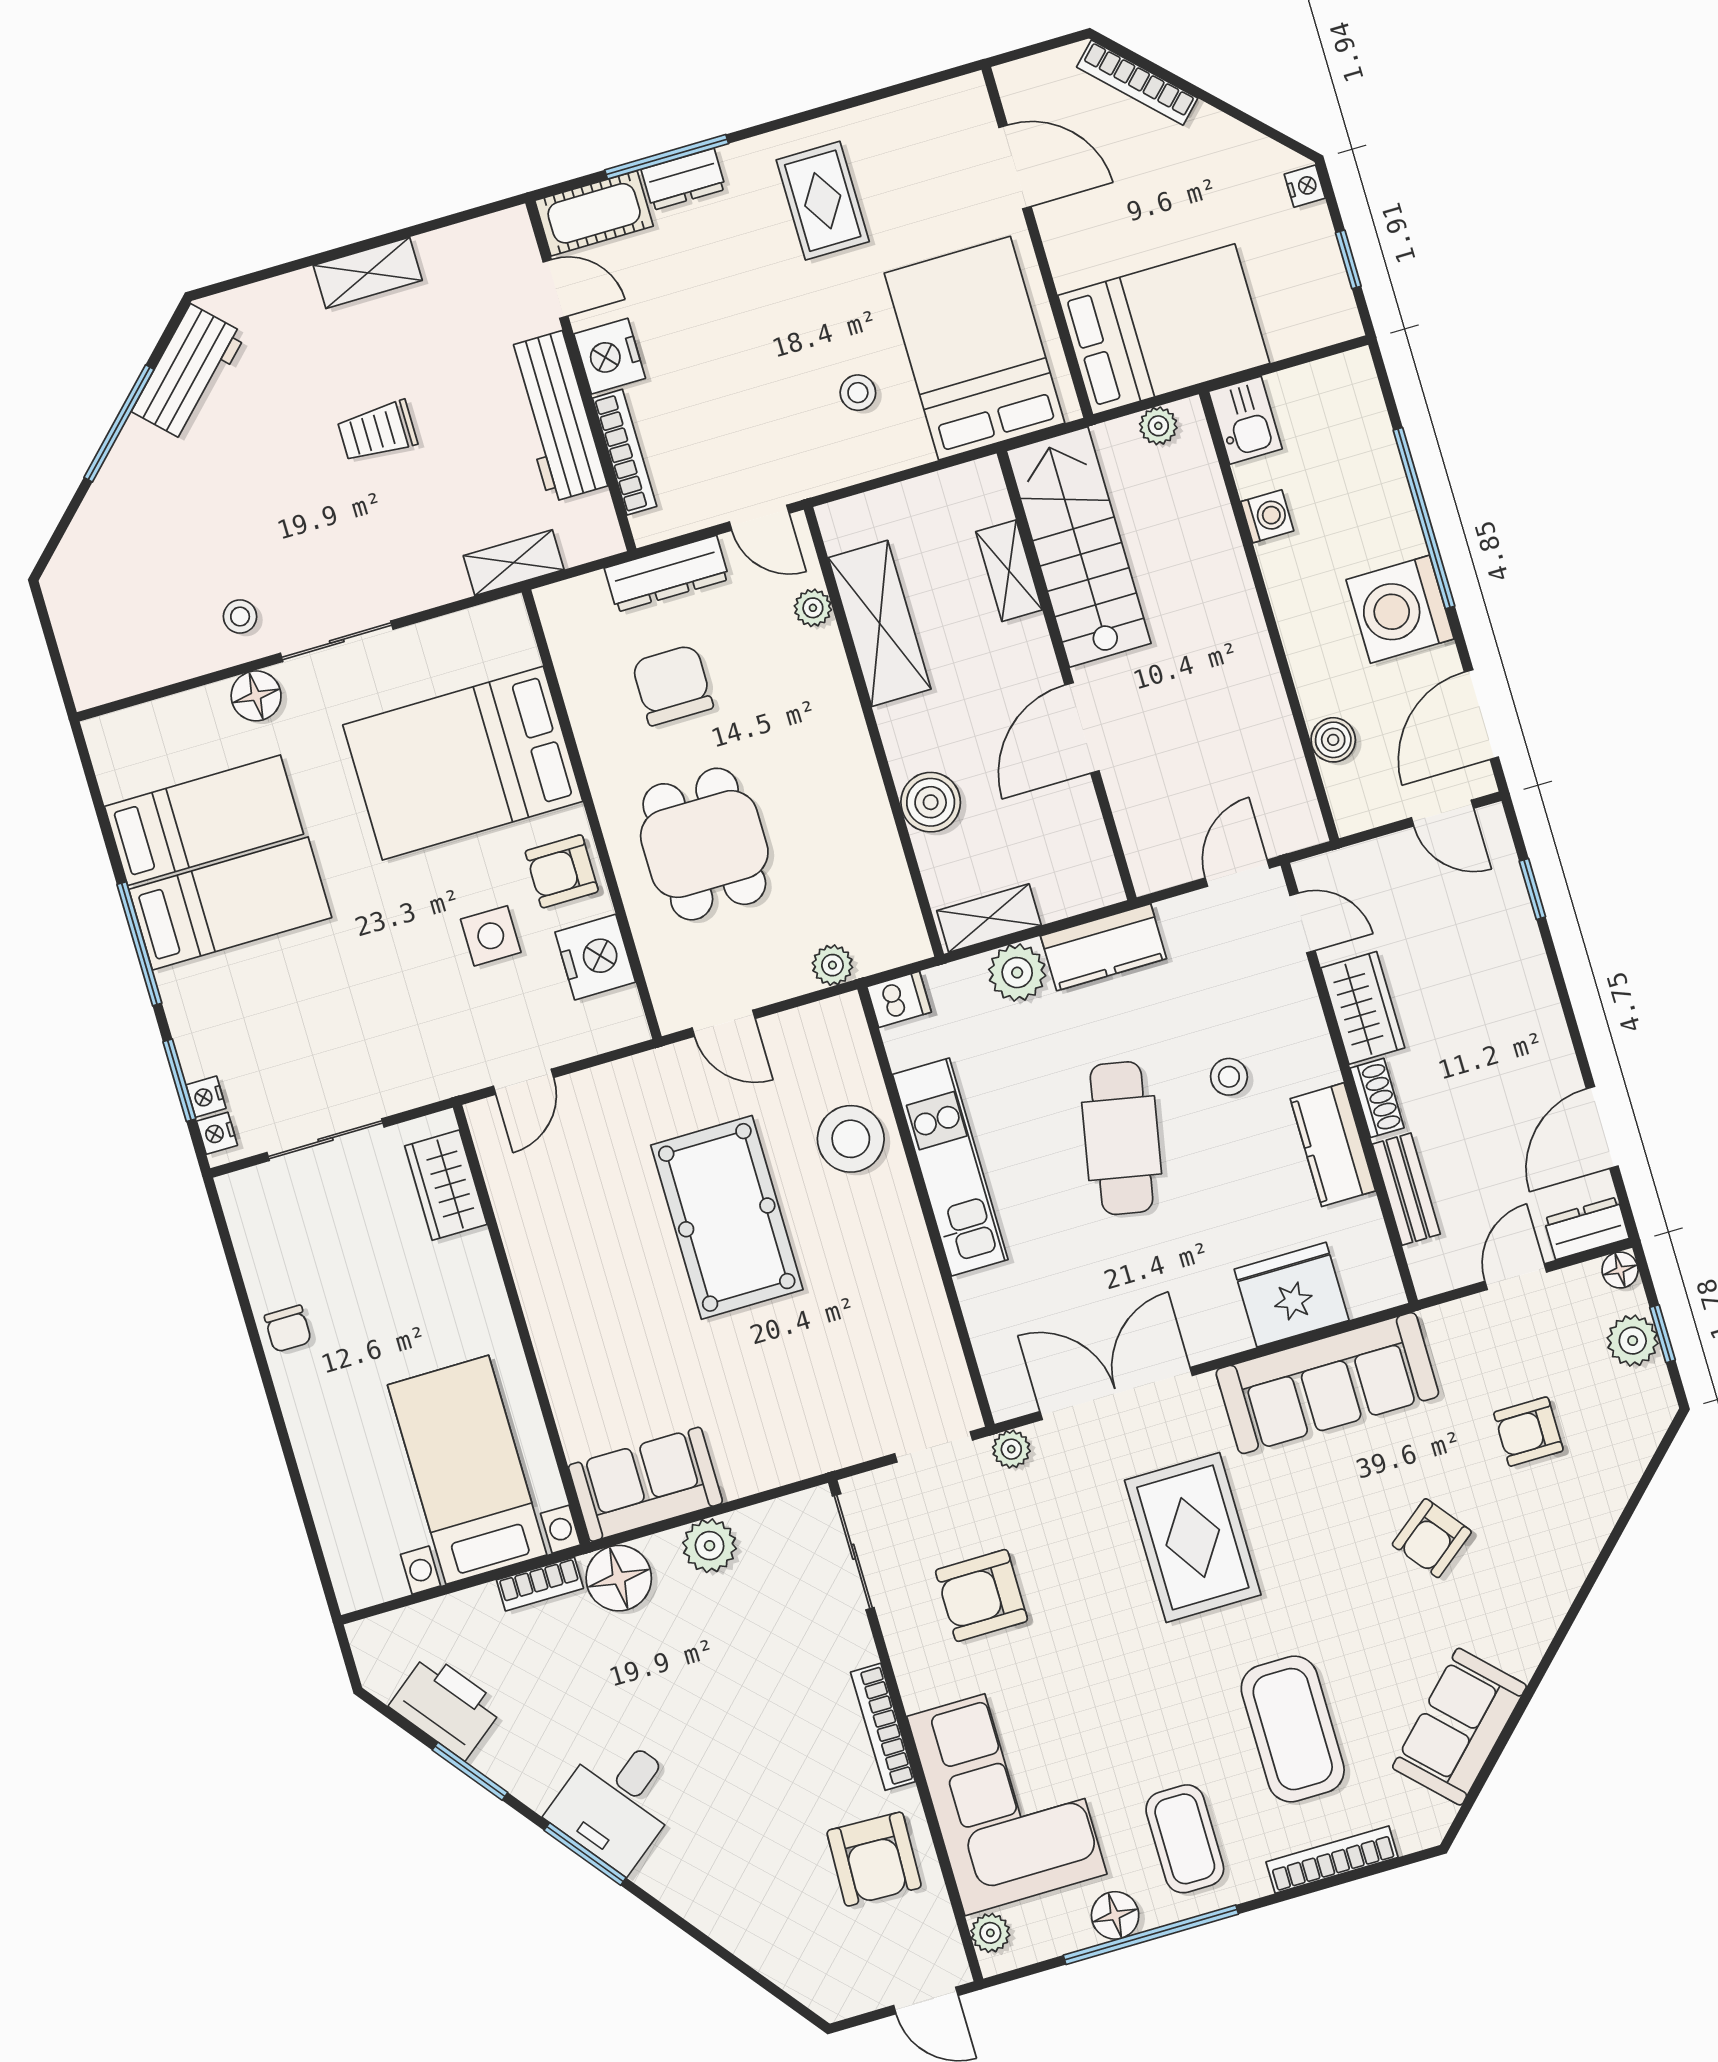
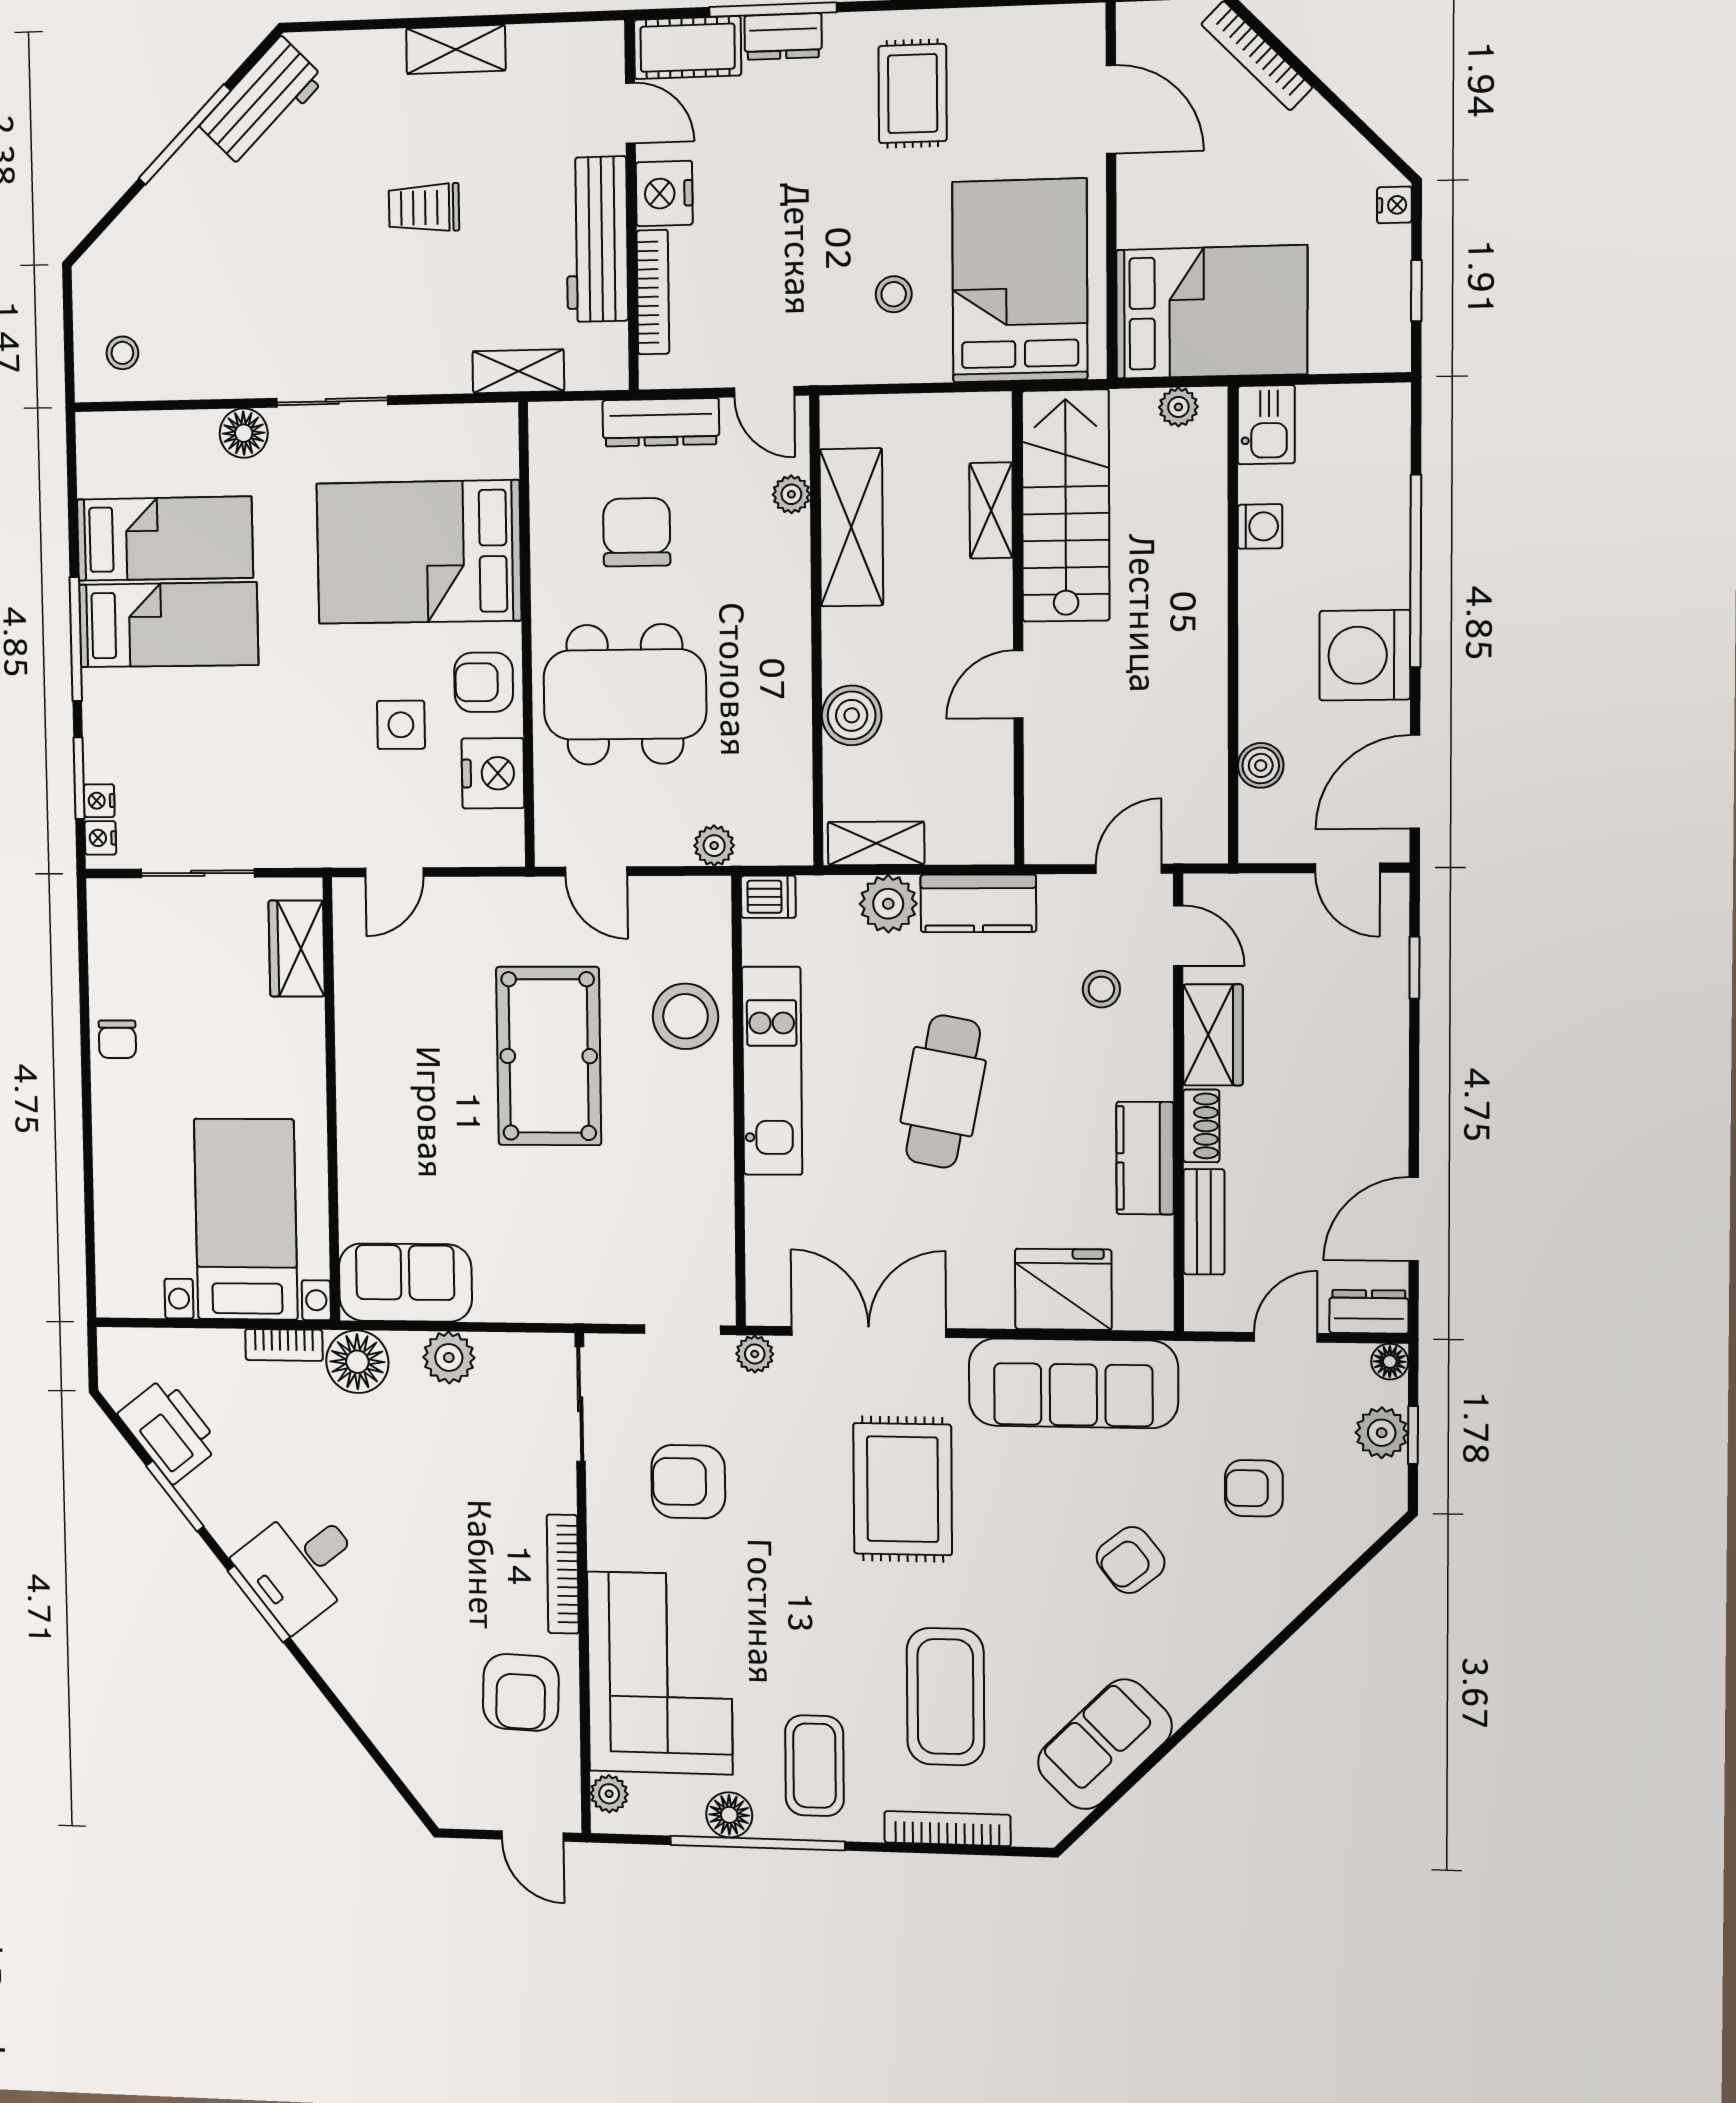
stool: (240, 616) -> (122, 353), moved
door: (1082, 728) -> (1018, 684), width x0.73
dining table: (704, 844) -> (625, 694), width x1.38
stool: (1229, 1077) -> (1101, 989), moved

